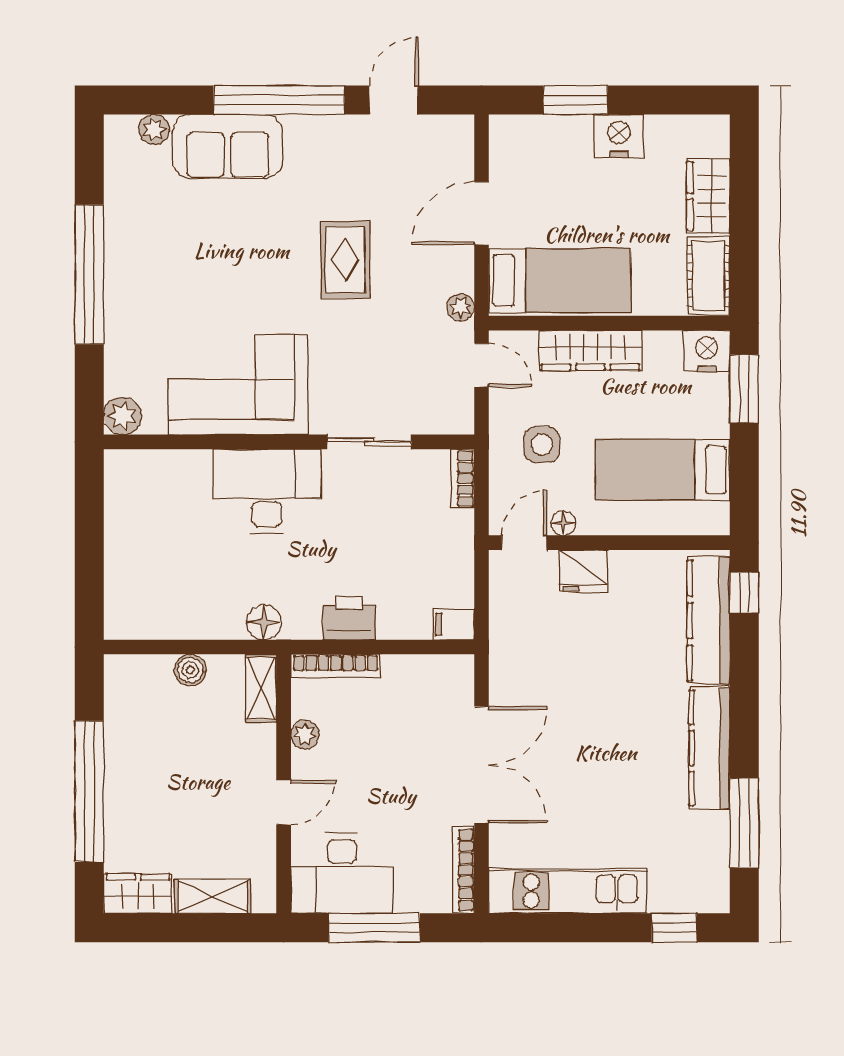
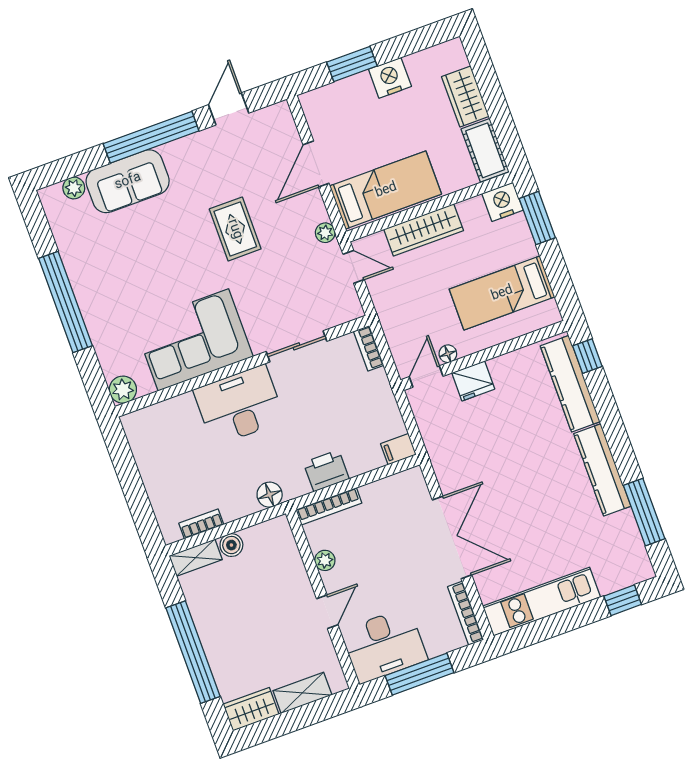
side table: (542, 444) -> (414, 306), removed
bookcase: (161, 628) -> (201, 524), added
shelving: (261, 688) -> (196, 558), moved, turned 90

